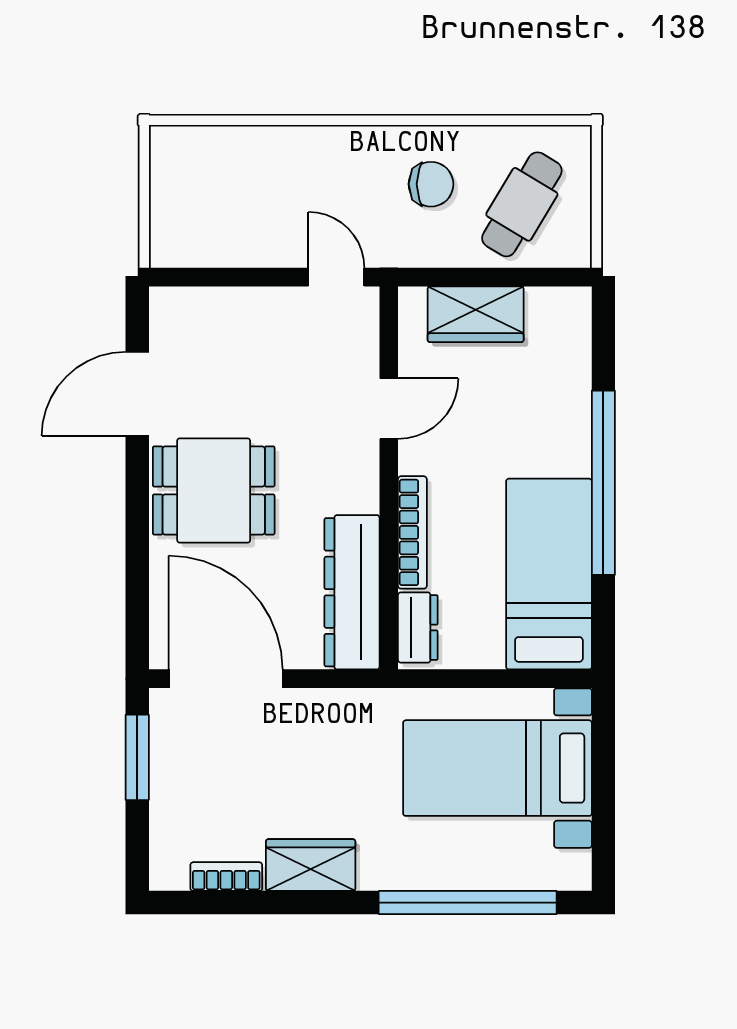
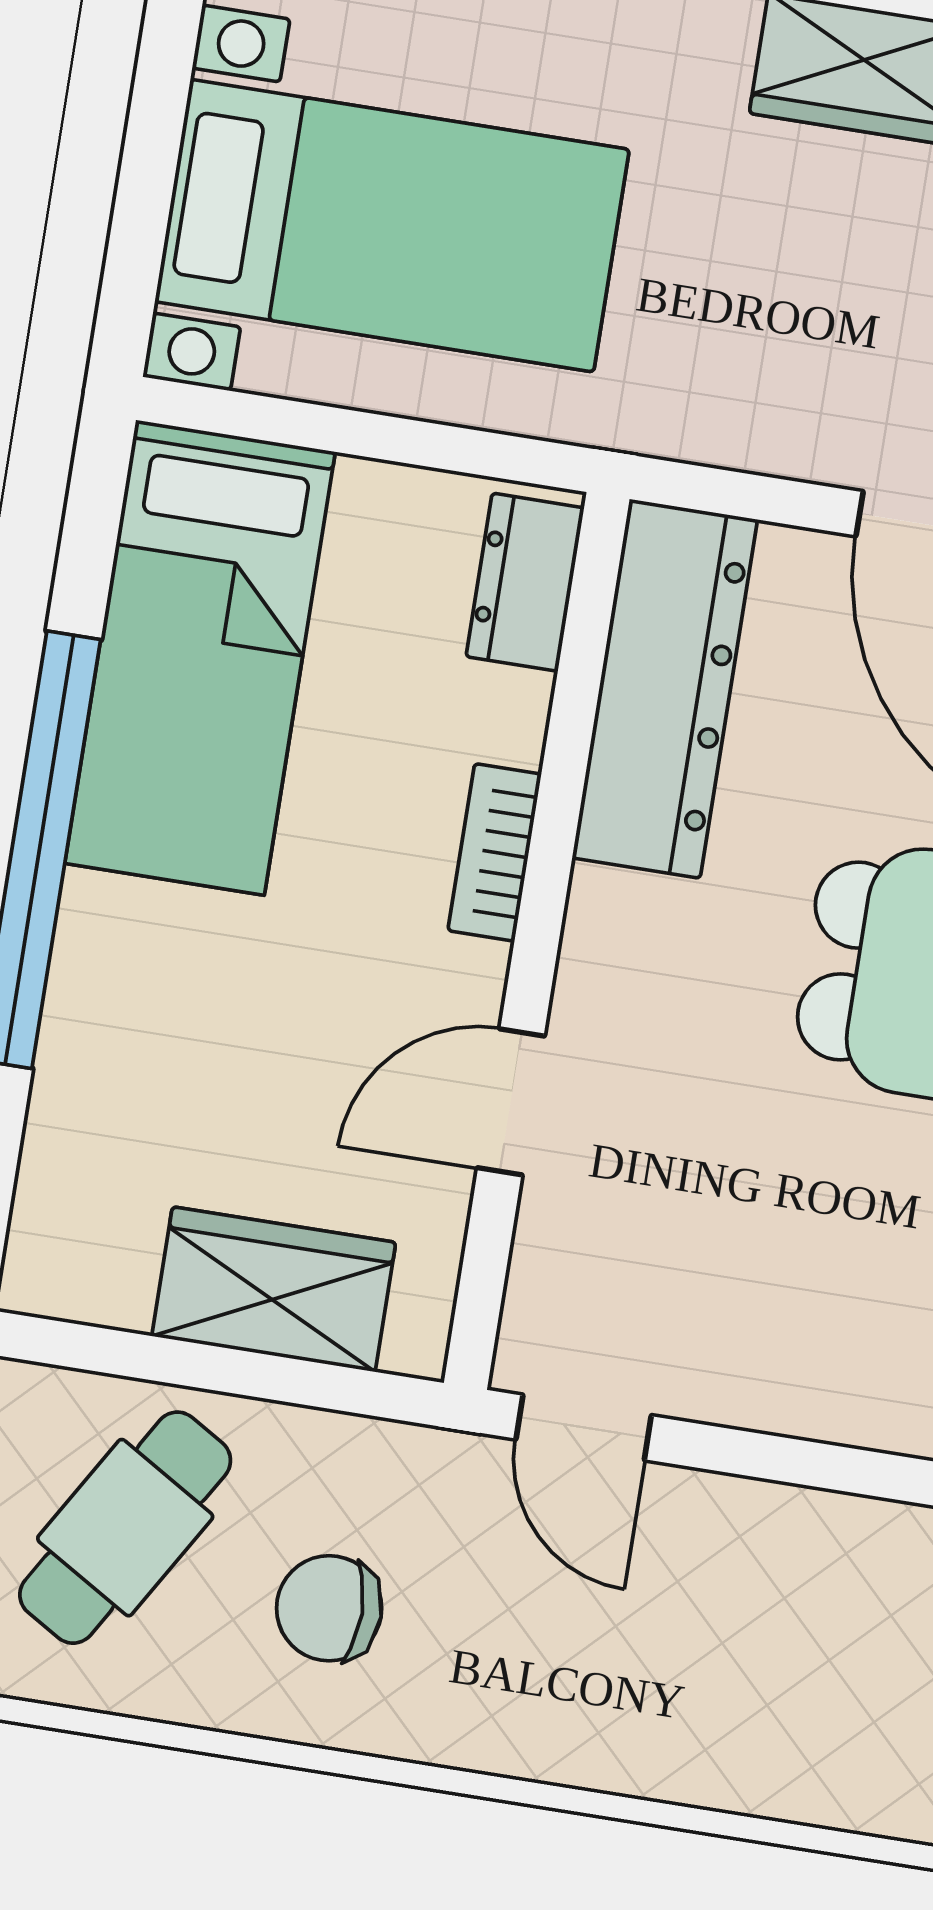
bookcase: (412, 532) -> (495, 852), width x0.64

